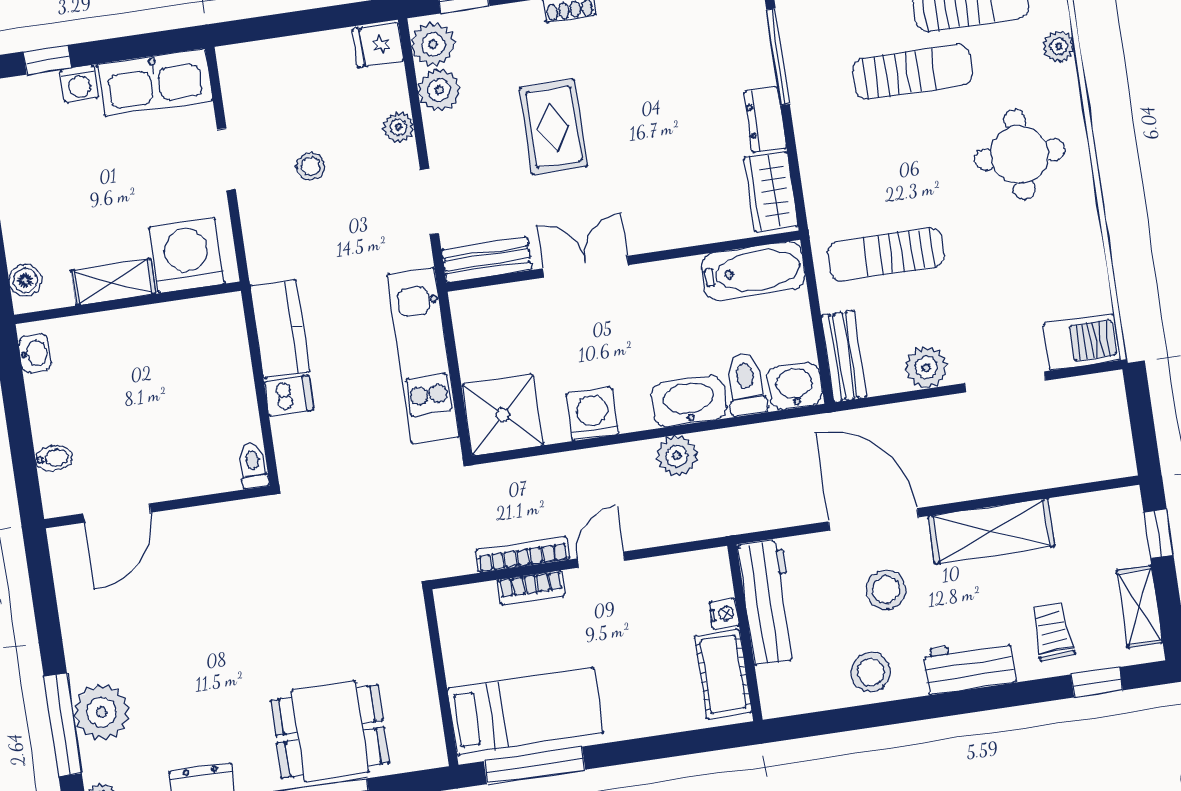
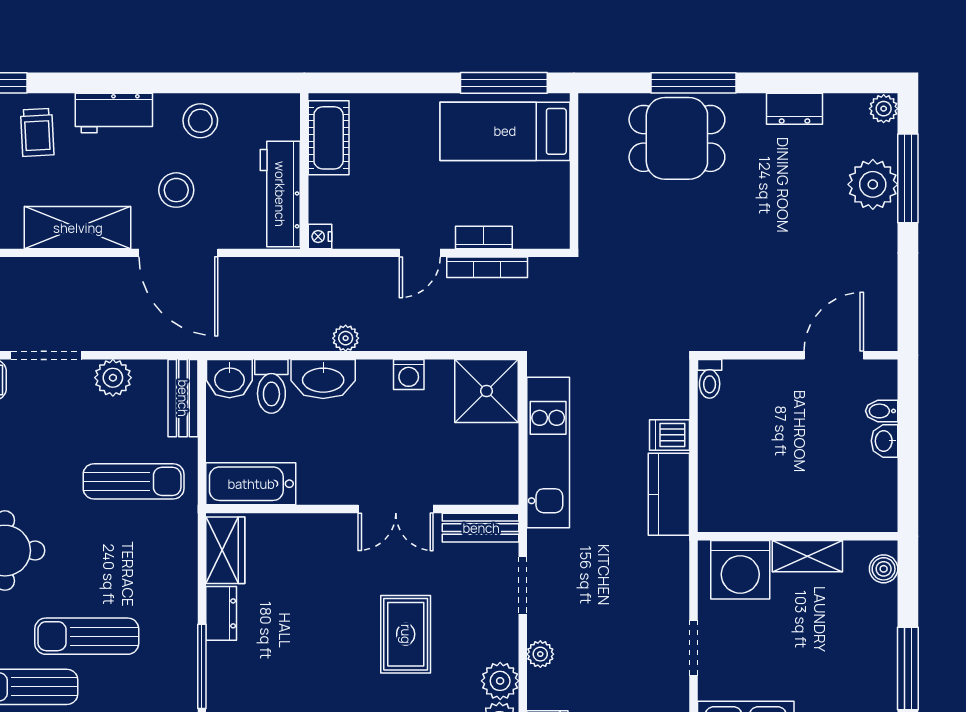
stool: (311, 166) -> (621, 631), removed
washbasin: (35, 353) -> (884, 441), moved
washing machine: (592, 414) -> (409, 374), width x0.73, depth x0.73
plant: (677, 456) -> (346, 338), width x0.73, depth x0.73
nightstand: (724, 614) -> (320, 236), moved

